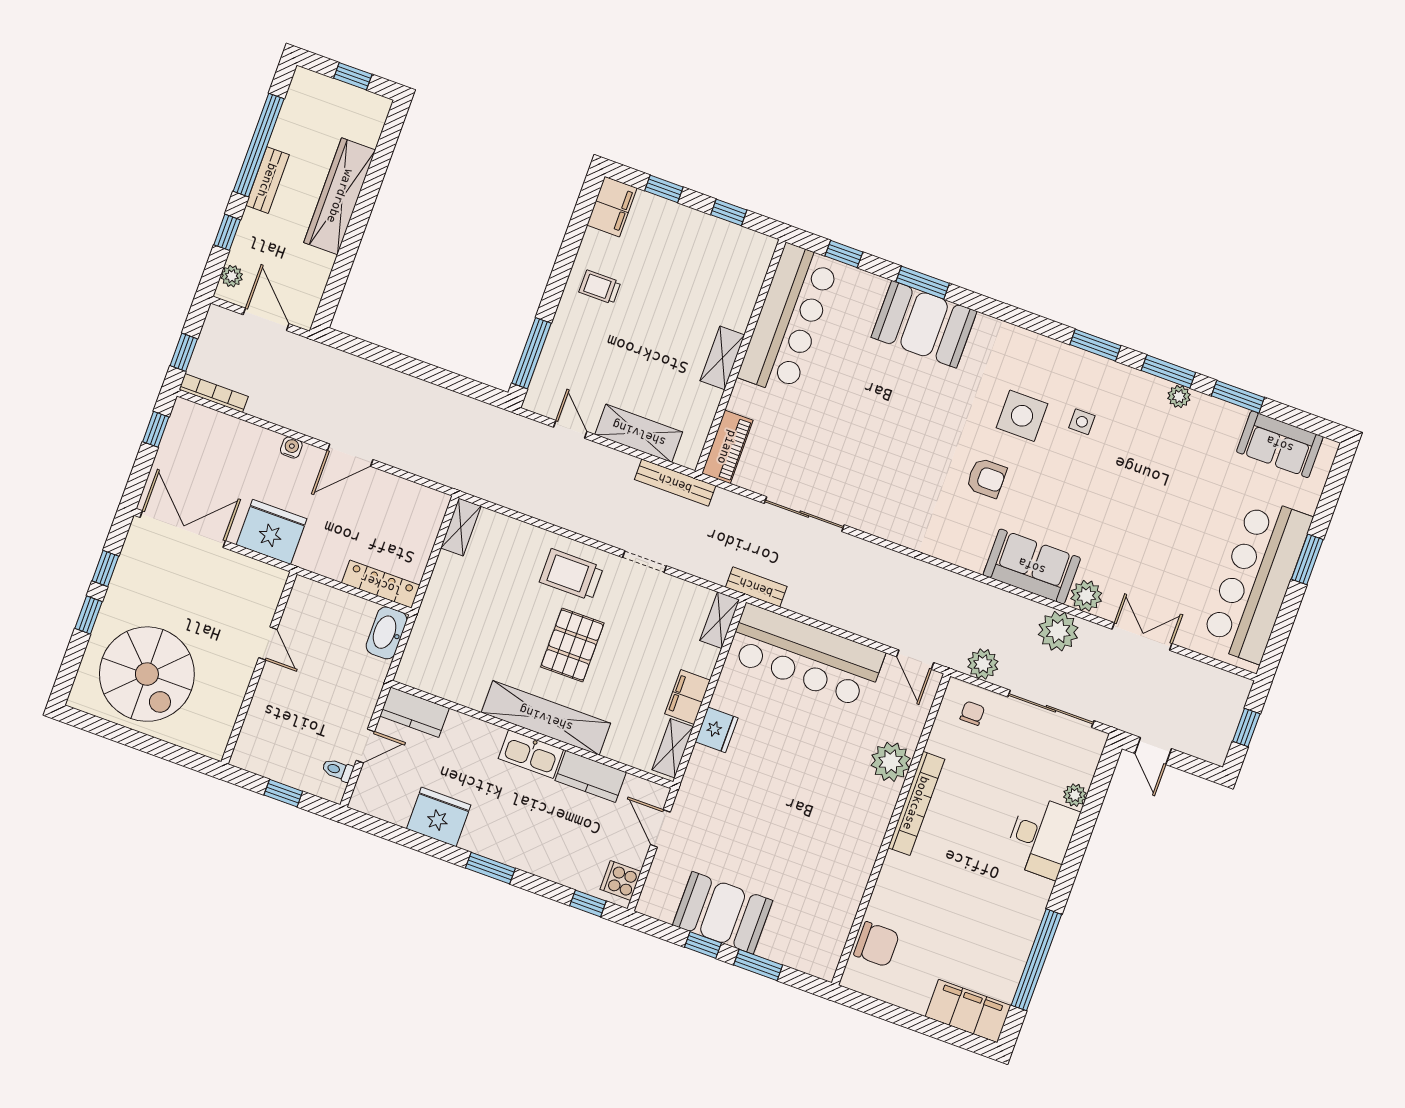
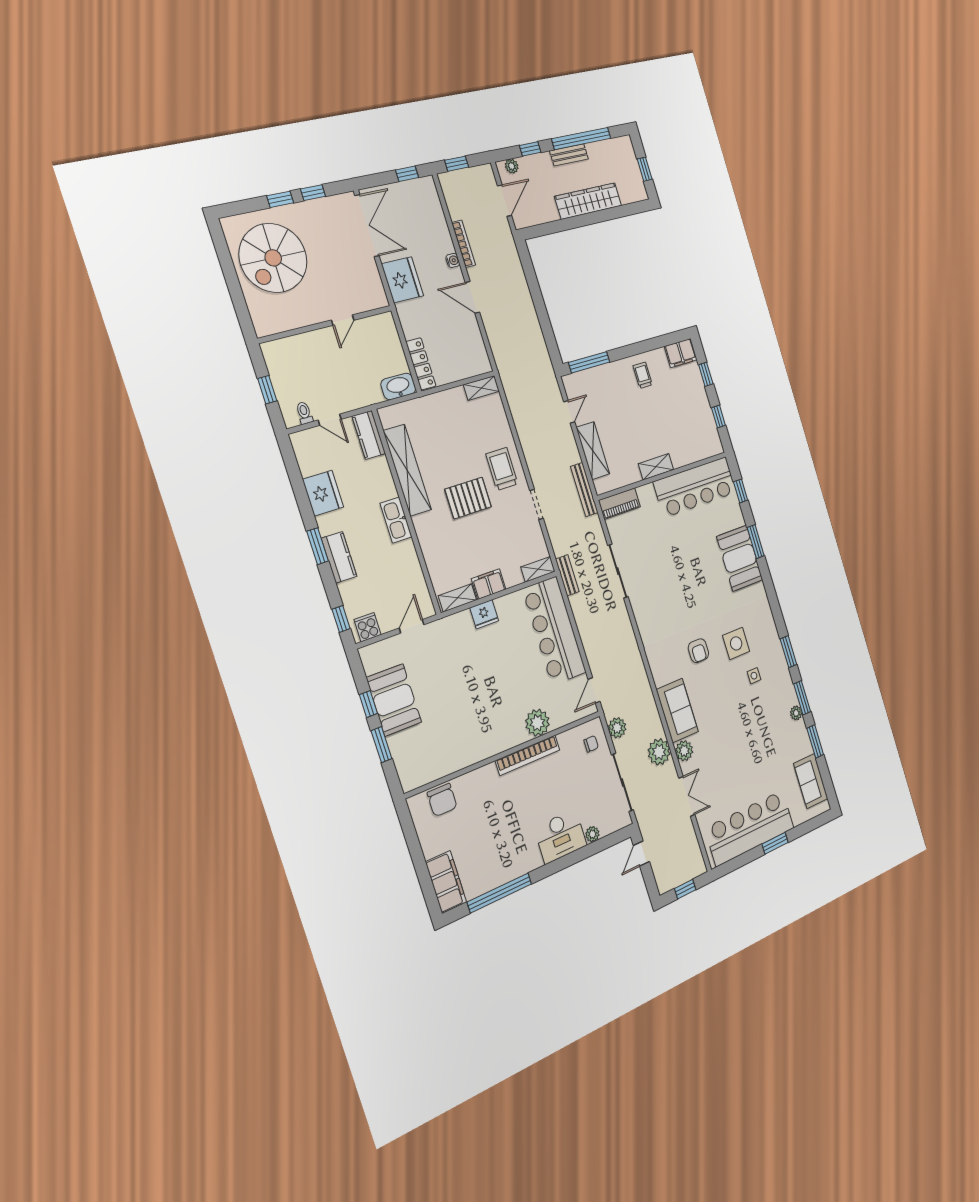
bookcase: (214, 393) -> (463, 244), moved
shelving: (546, 718) -> (407, 470), moved
kitchen counter: (591, 776) -> (339, 557), moved, turned 180

